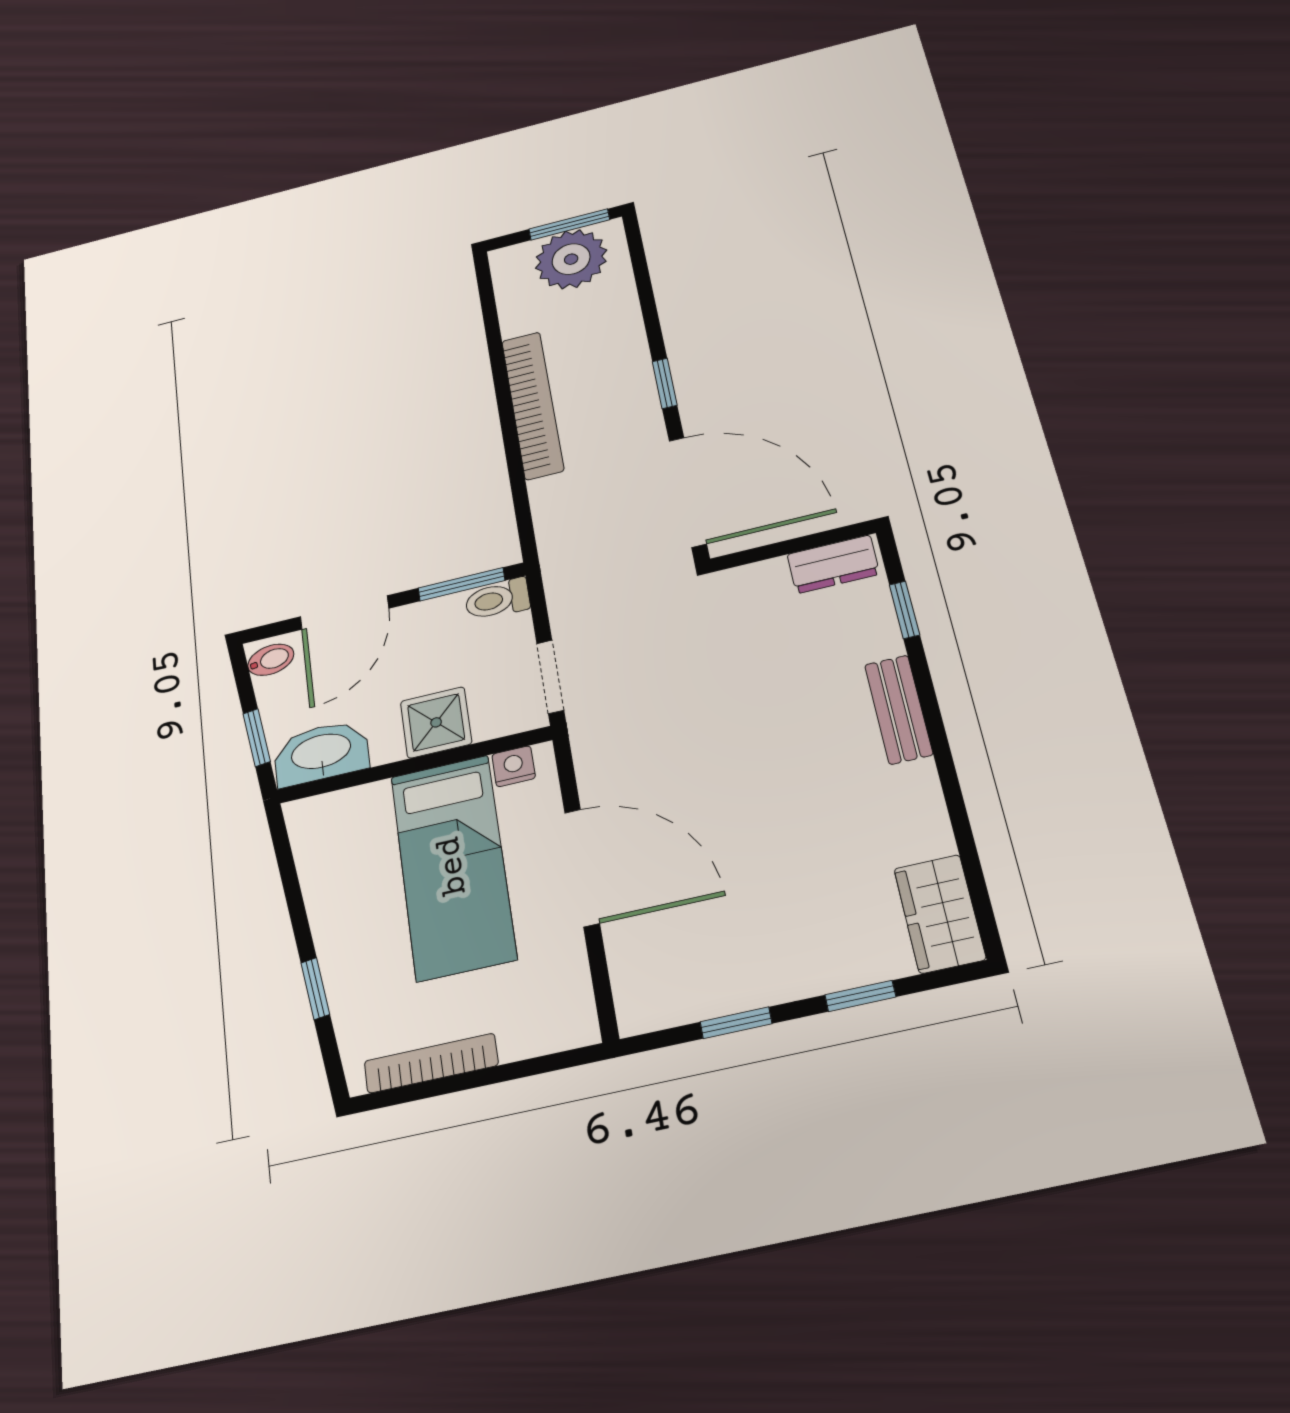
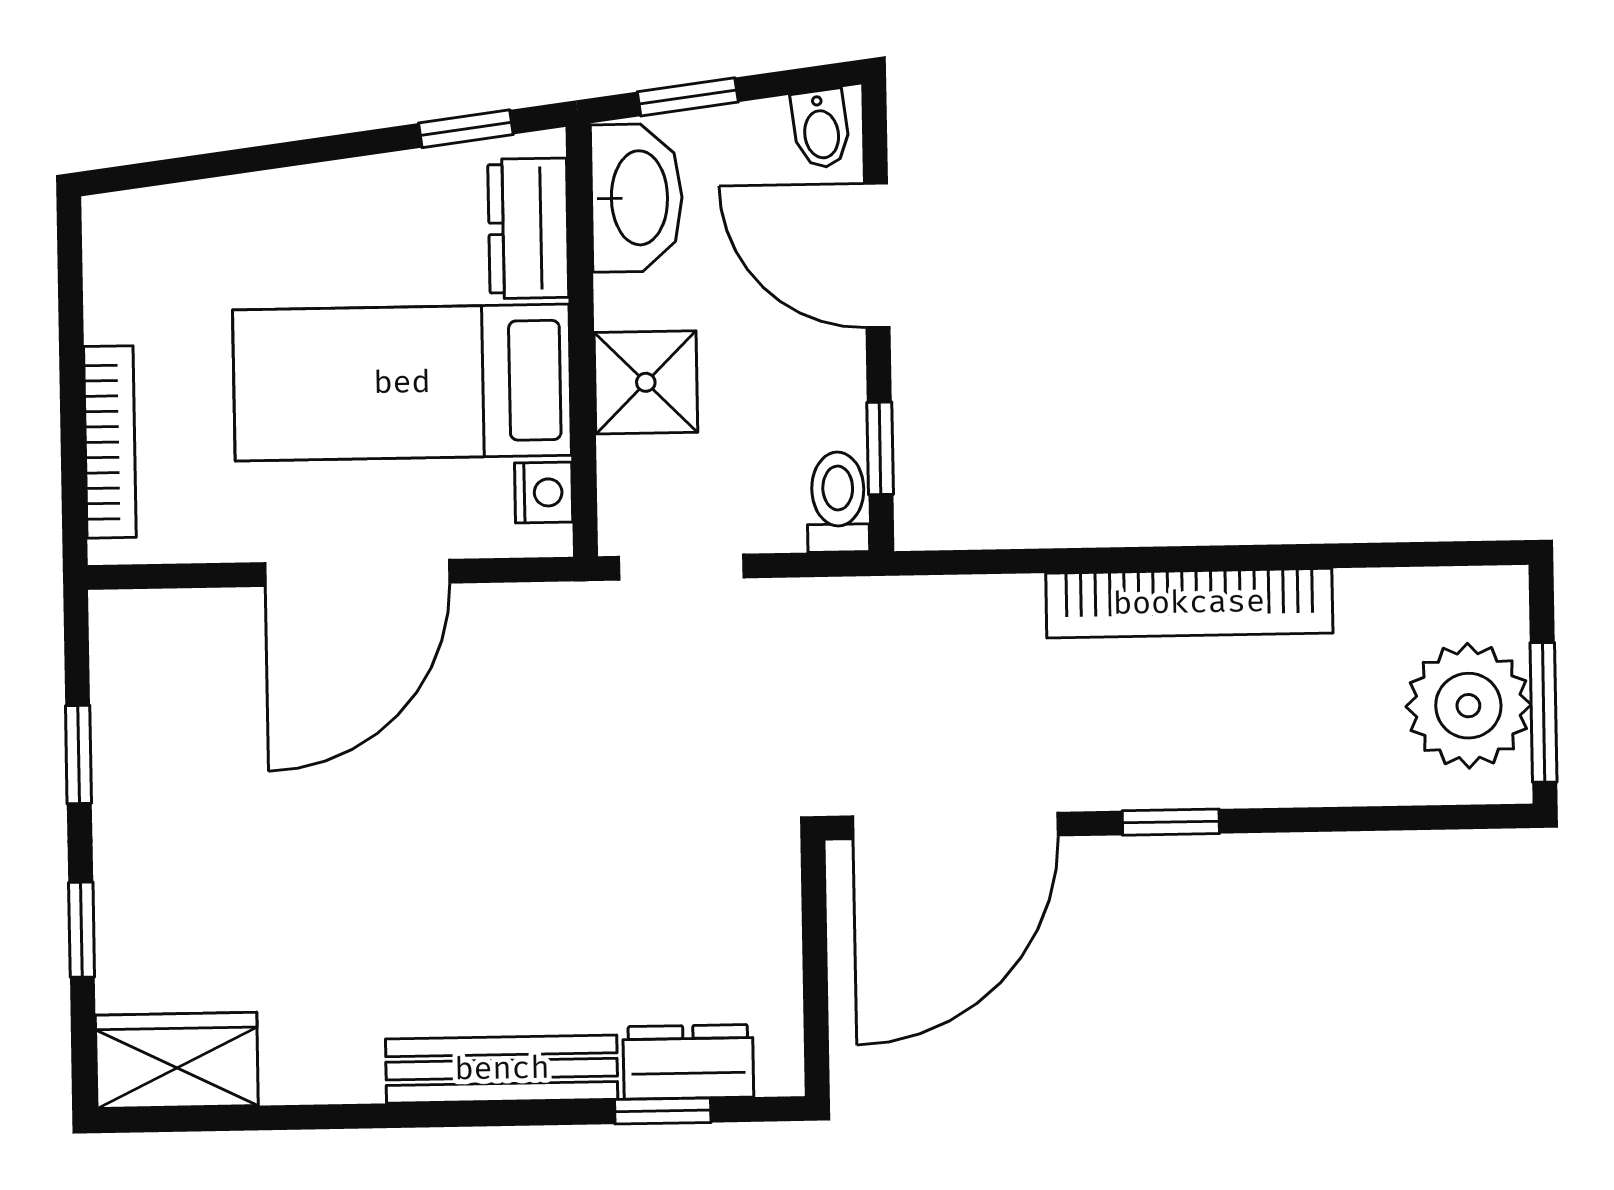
dresser: (833, 564) -> (688, 1062), moved, turned 90
window: (461, 584) -> (880, 448), width x0.67
bench: (899, 709) -> (502, 1069), width x1.36
dresser: (346, 812) -> (528, 228), added
window: (315, 989) -> (466, 129), moved
bookcase: (431, 1063) -> (110, 442), moved

